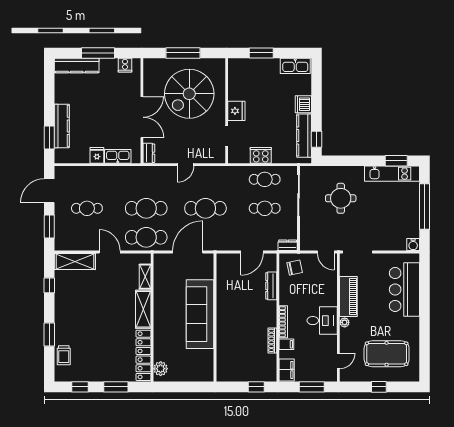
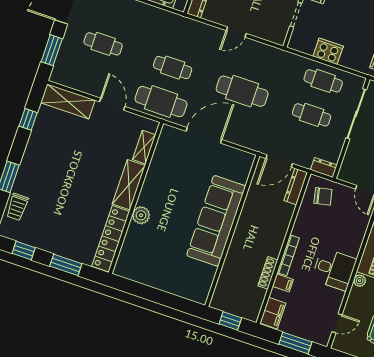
cafe table: (146, 208) -> (173, 68), width x0.73, depth x0.74
dresser: (271, 286) -> (296, 187), moved
sofa: (200, 314) -> (216, 221), moved
wall: (215, 318) -> (232, 231), moved
plant: (161, 369) -> (141, 215), moved

